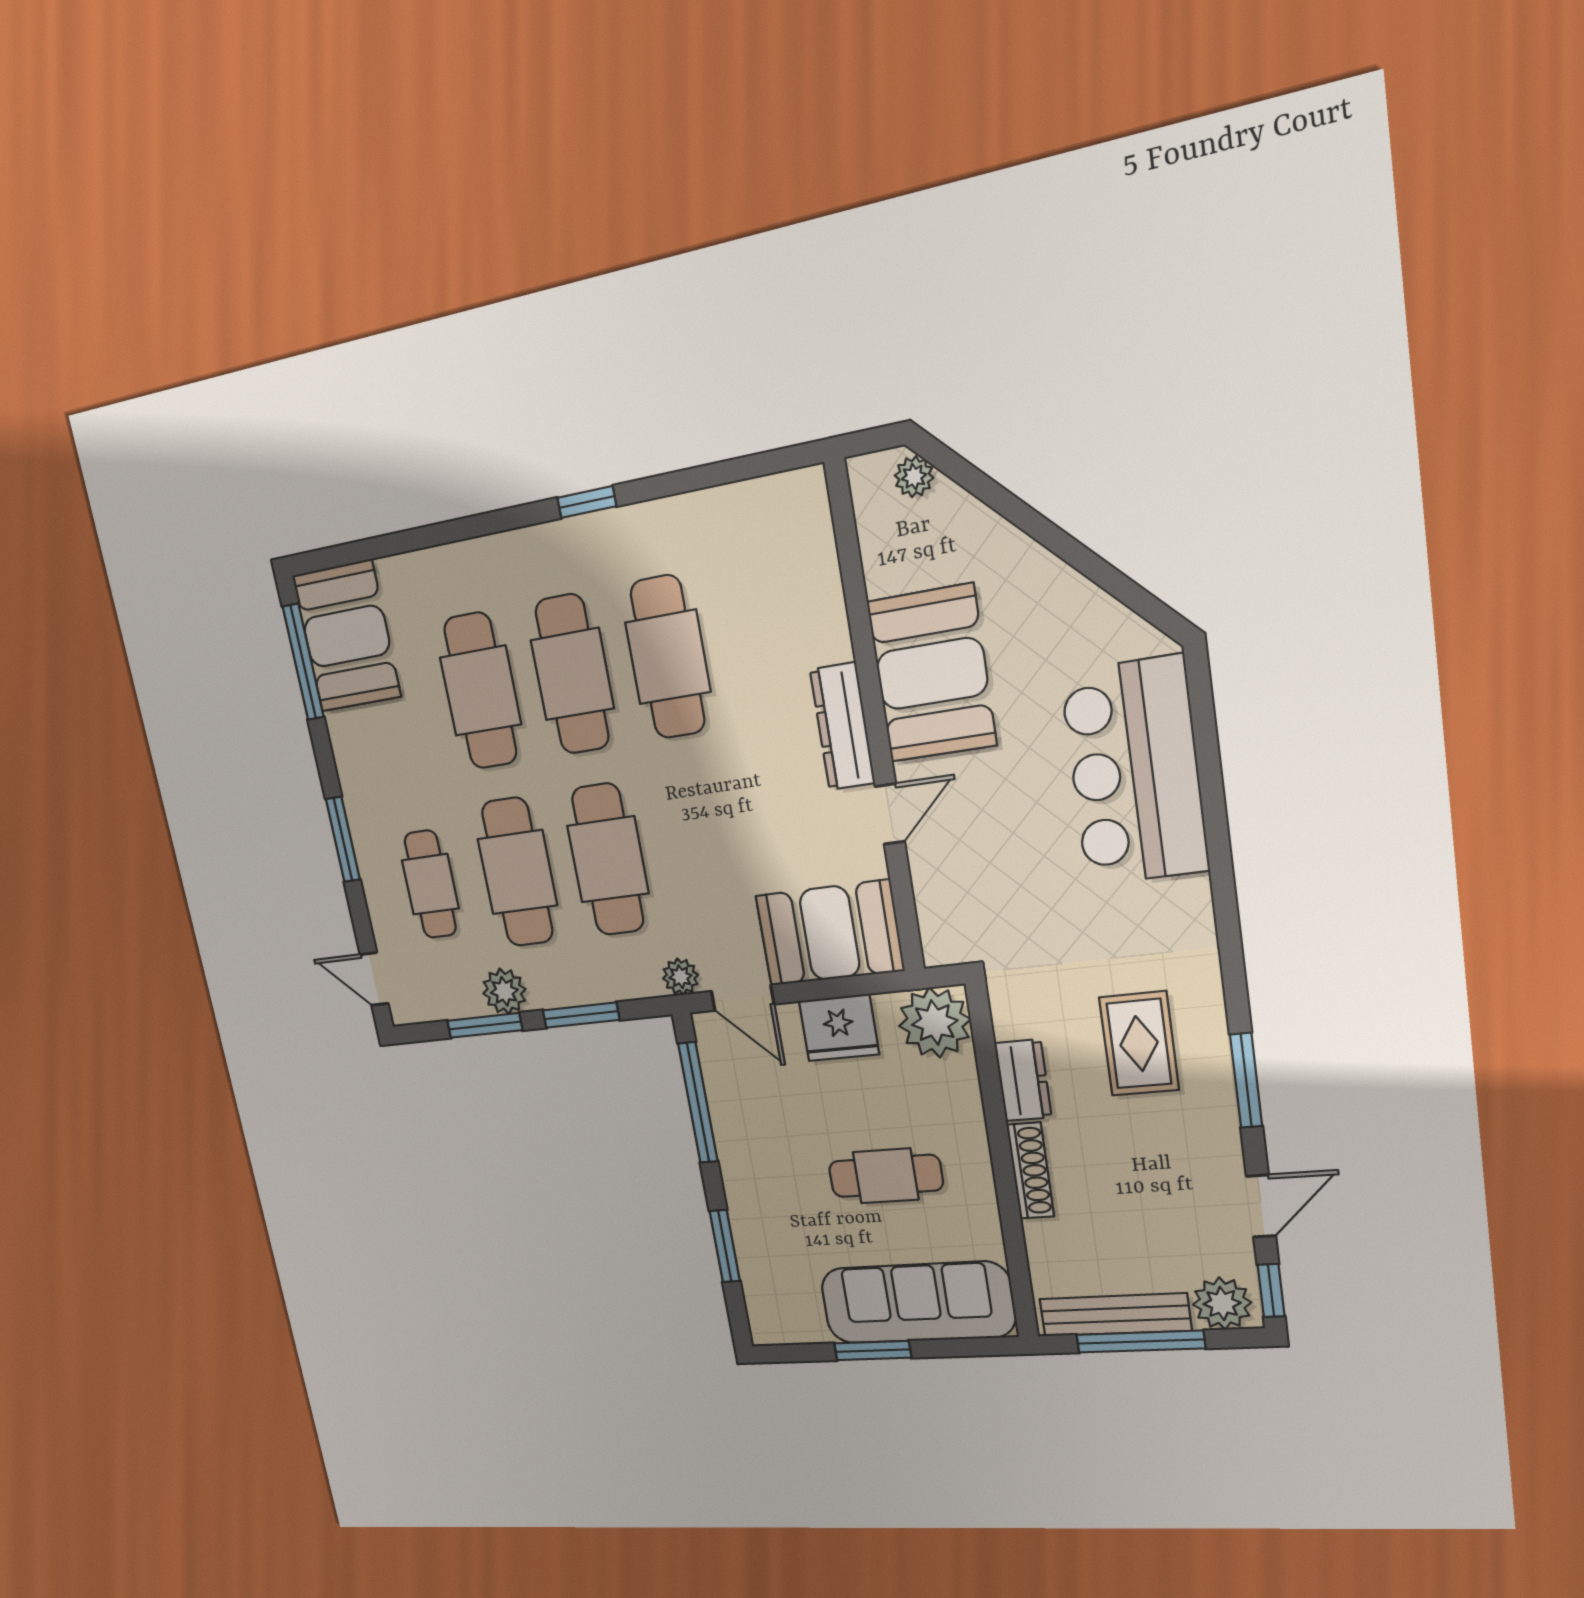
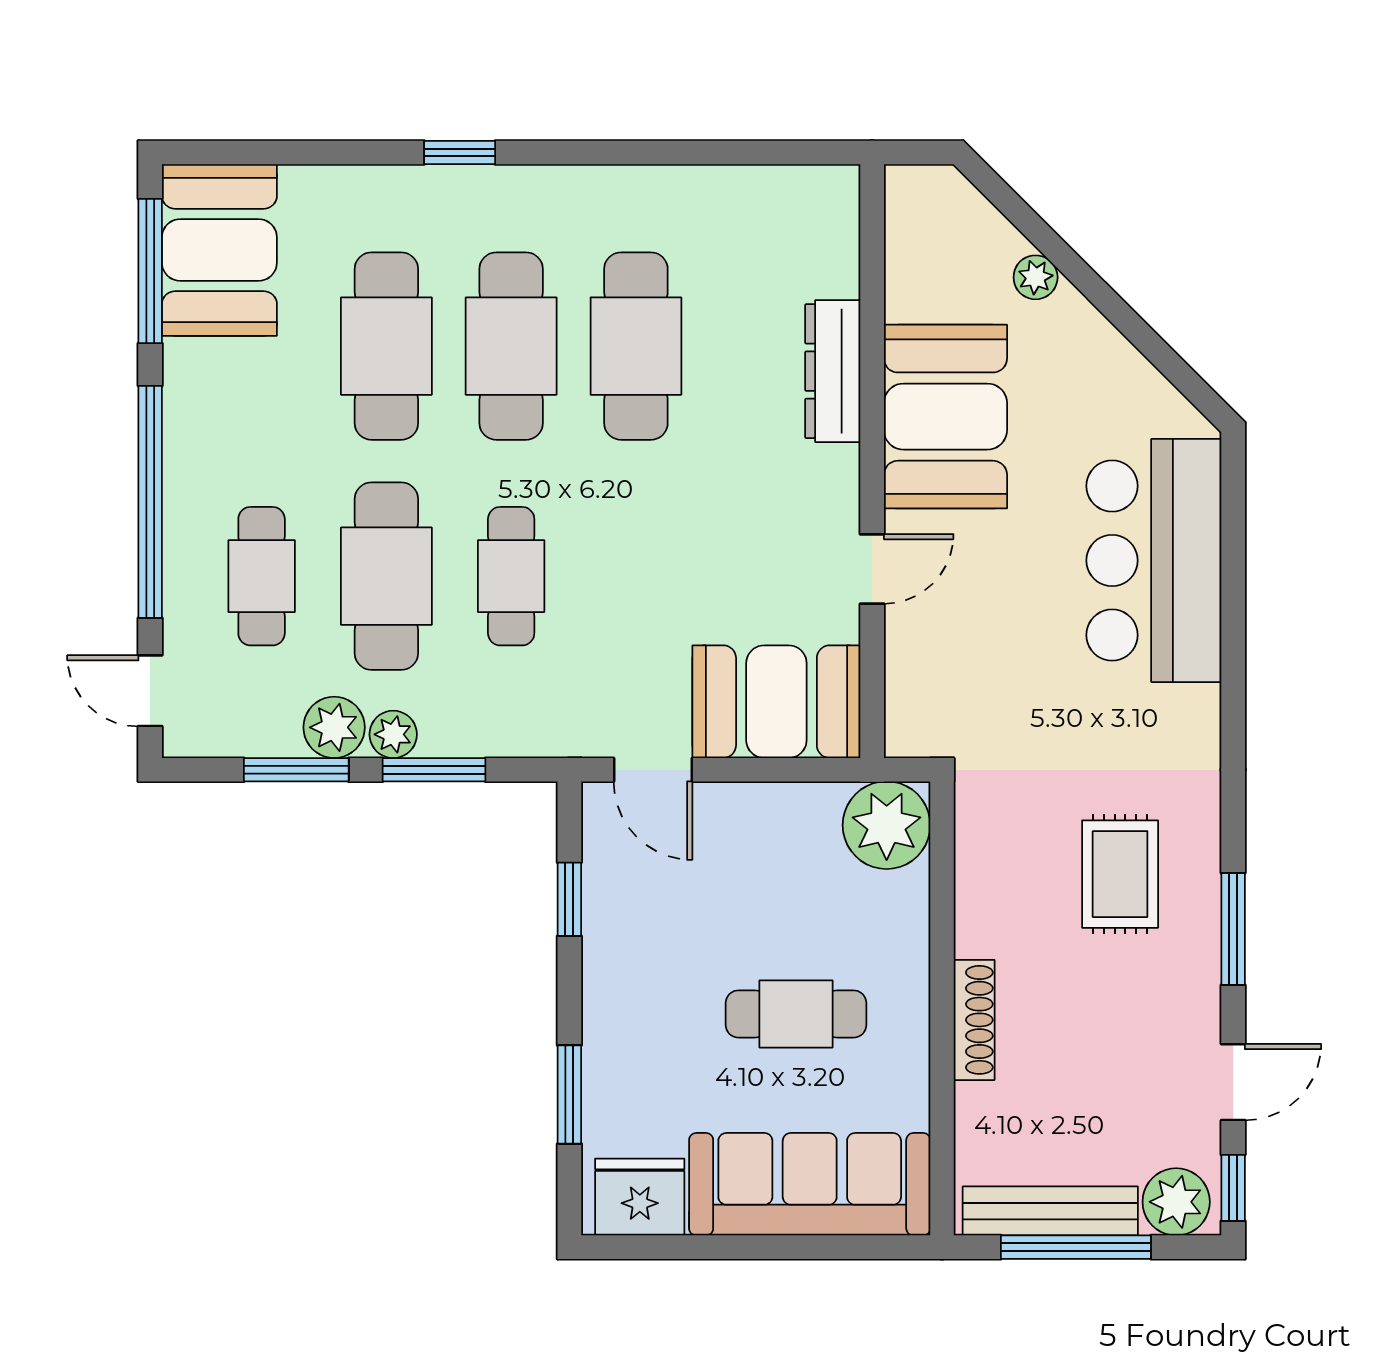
plant: (914, 477) -> (1036, 277), moved
window: (587, 502) -> (460, 153), moved
dresser: (843, 727) -> (833, 371), moved
window: (343, 839) -> (150, 502), width x2.11
cafe table: (608, 860) -> (511, 576), width x0.73, depth x0.74
plant: (681, 977) -> (393, 734), moved
fridge: (839, 1028) -> (640, 1197), moved, turned 180
dresser: (1023, 1080) -> (981, 906), removed
window: (698, 1103) -> (569, 899), width x0.46
window: (873, 1351) -> (742, 1247), removed

